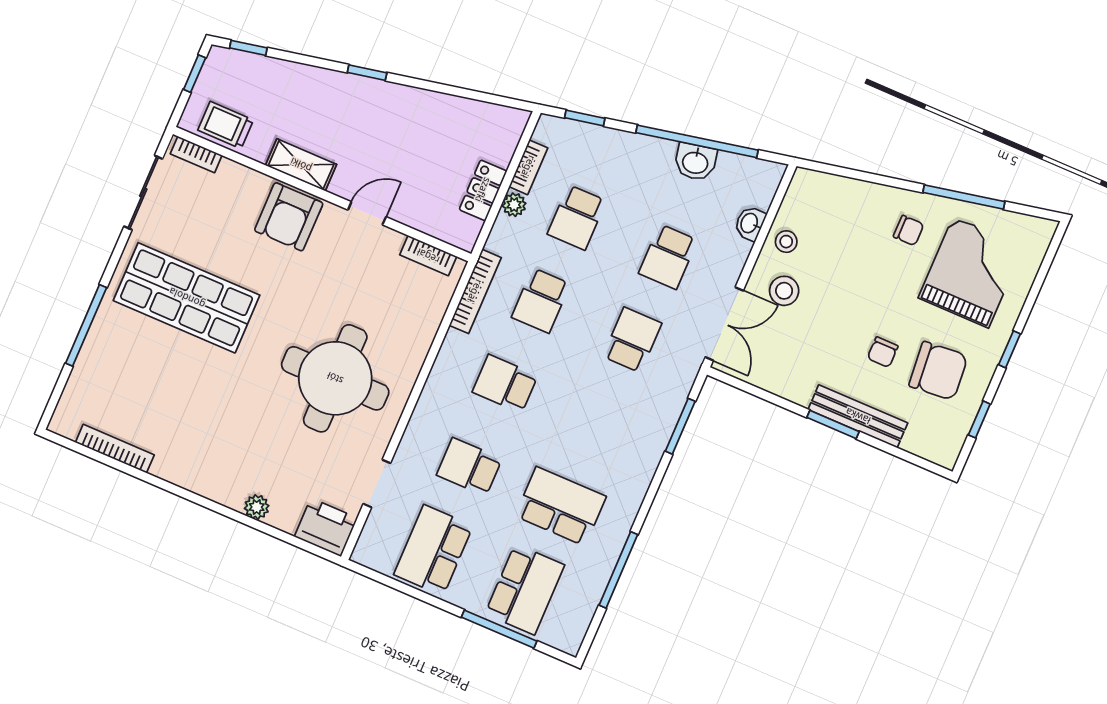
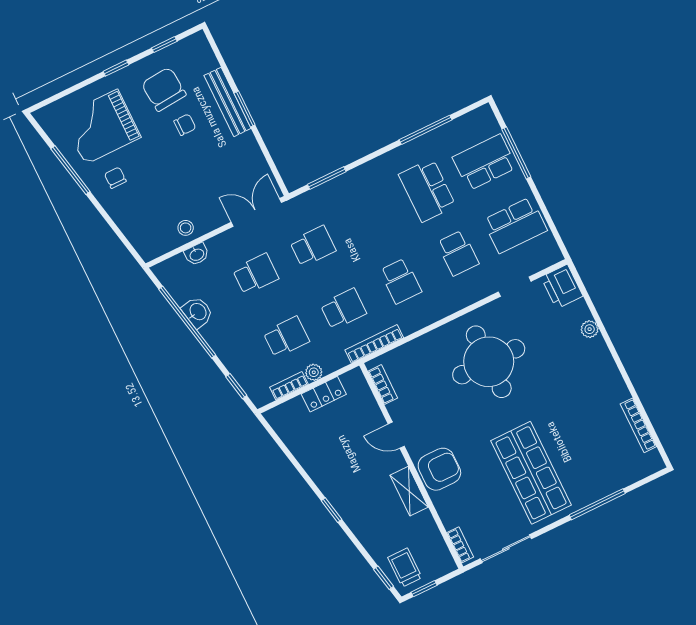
trolley: (226, 125) -> (405, 568), moved, turned 180
stool: (784, 291) -> (209, 203), removed
school desk: (632, 340) -> (313, 246), turned 180

